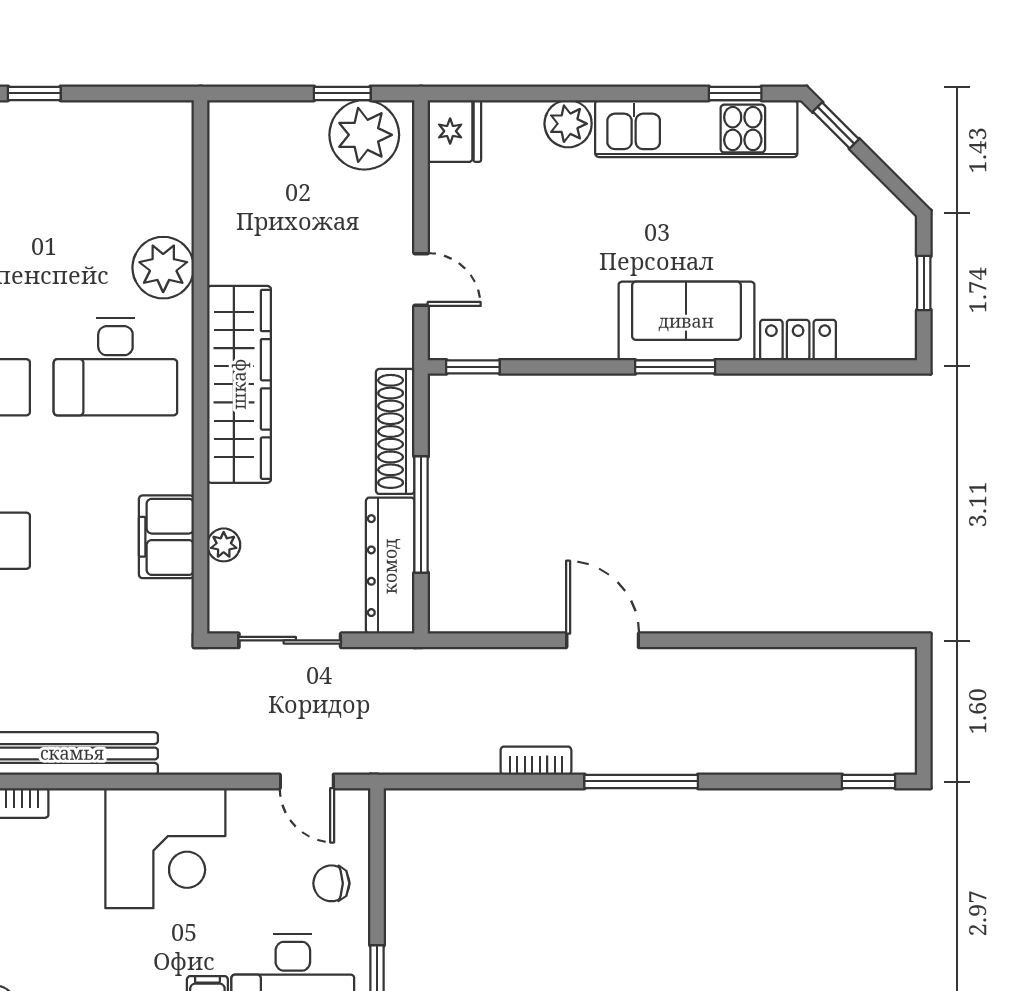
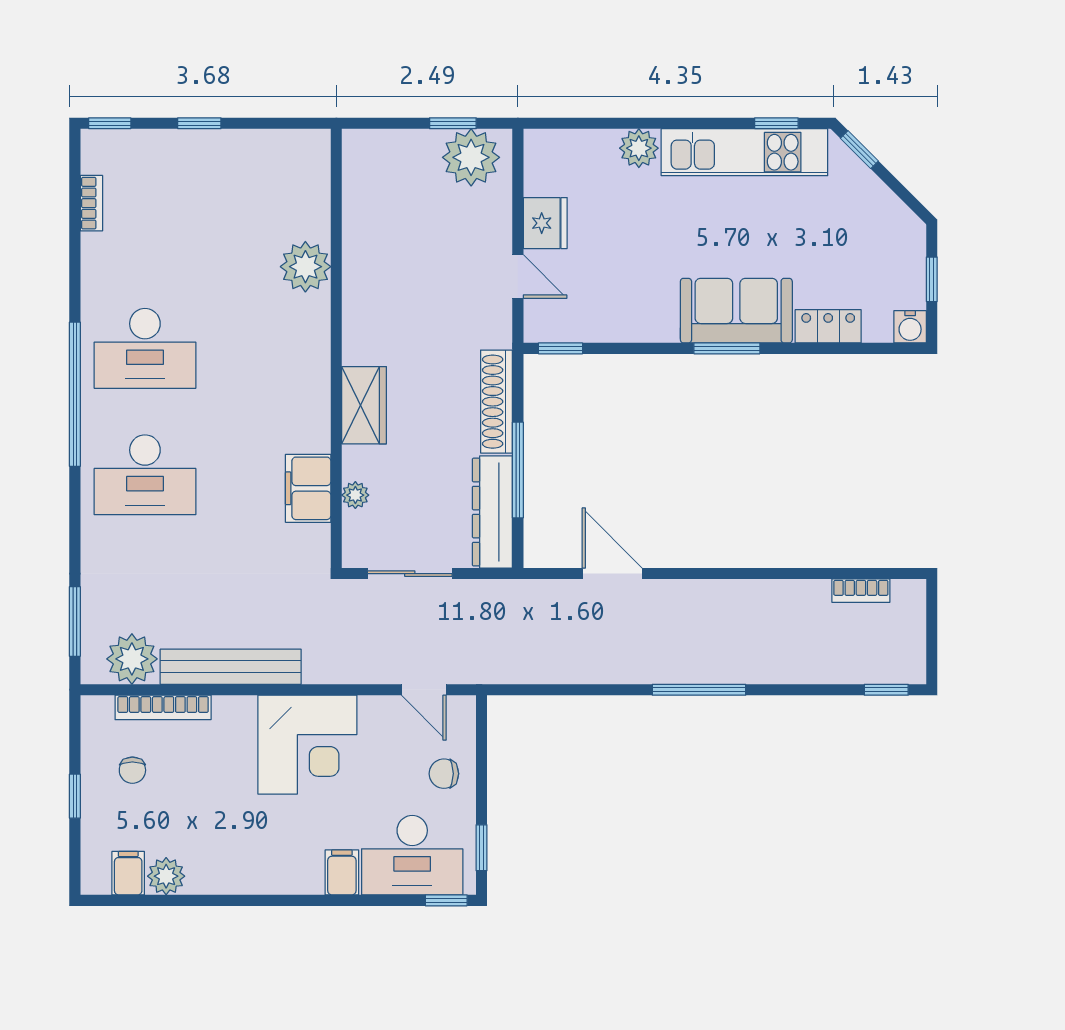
fridge: (454, 131) -> (545, 223), moved
water cooler: (898, 341) -> (910, 327), added
desk: (115, 367) -> (266, 348), removed
wardrobe: (239, 384) -> (364, 405), width x0.48, depth x0.85
door: (603, 640) -> (612, 574), moved
bookcase: (536, 761) -> (861, 591), moved, turned 180

